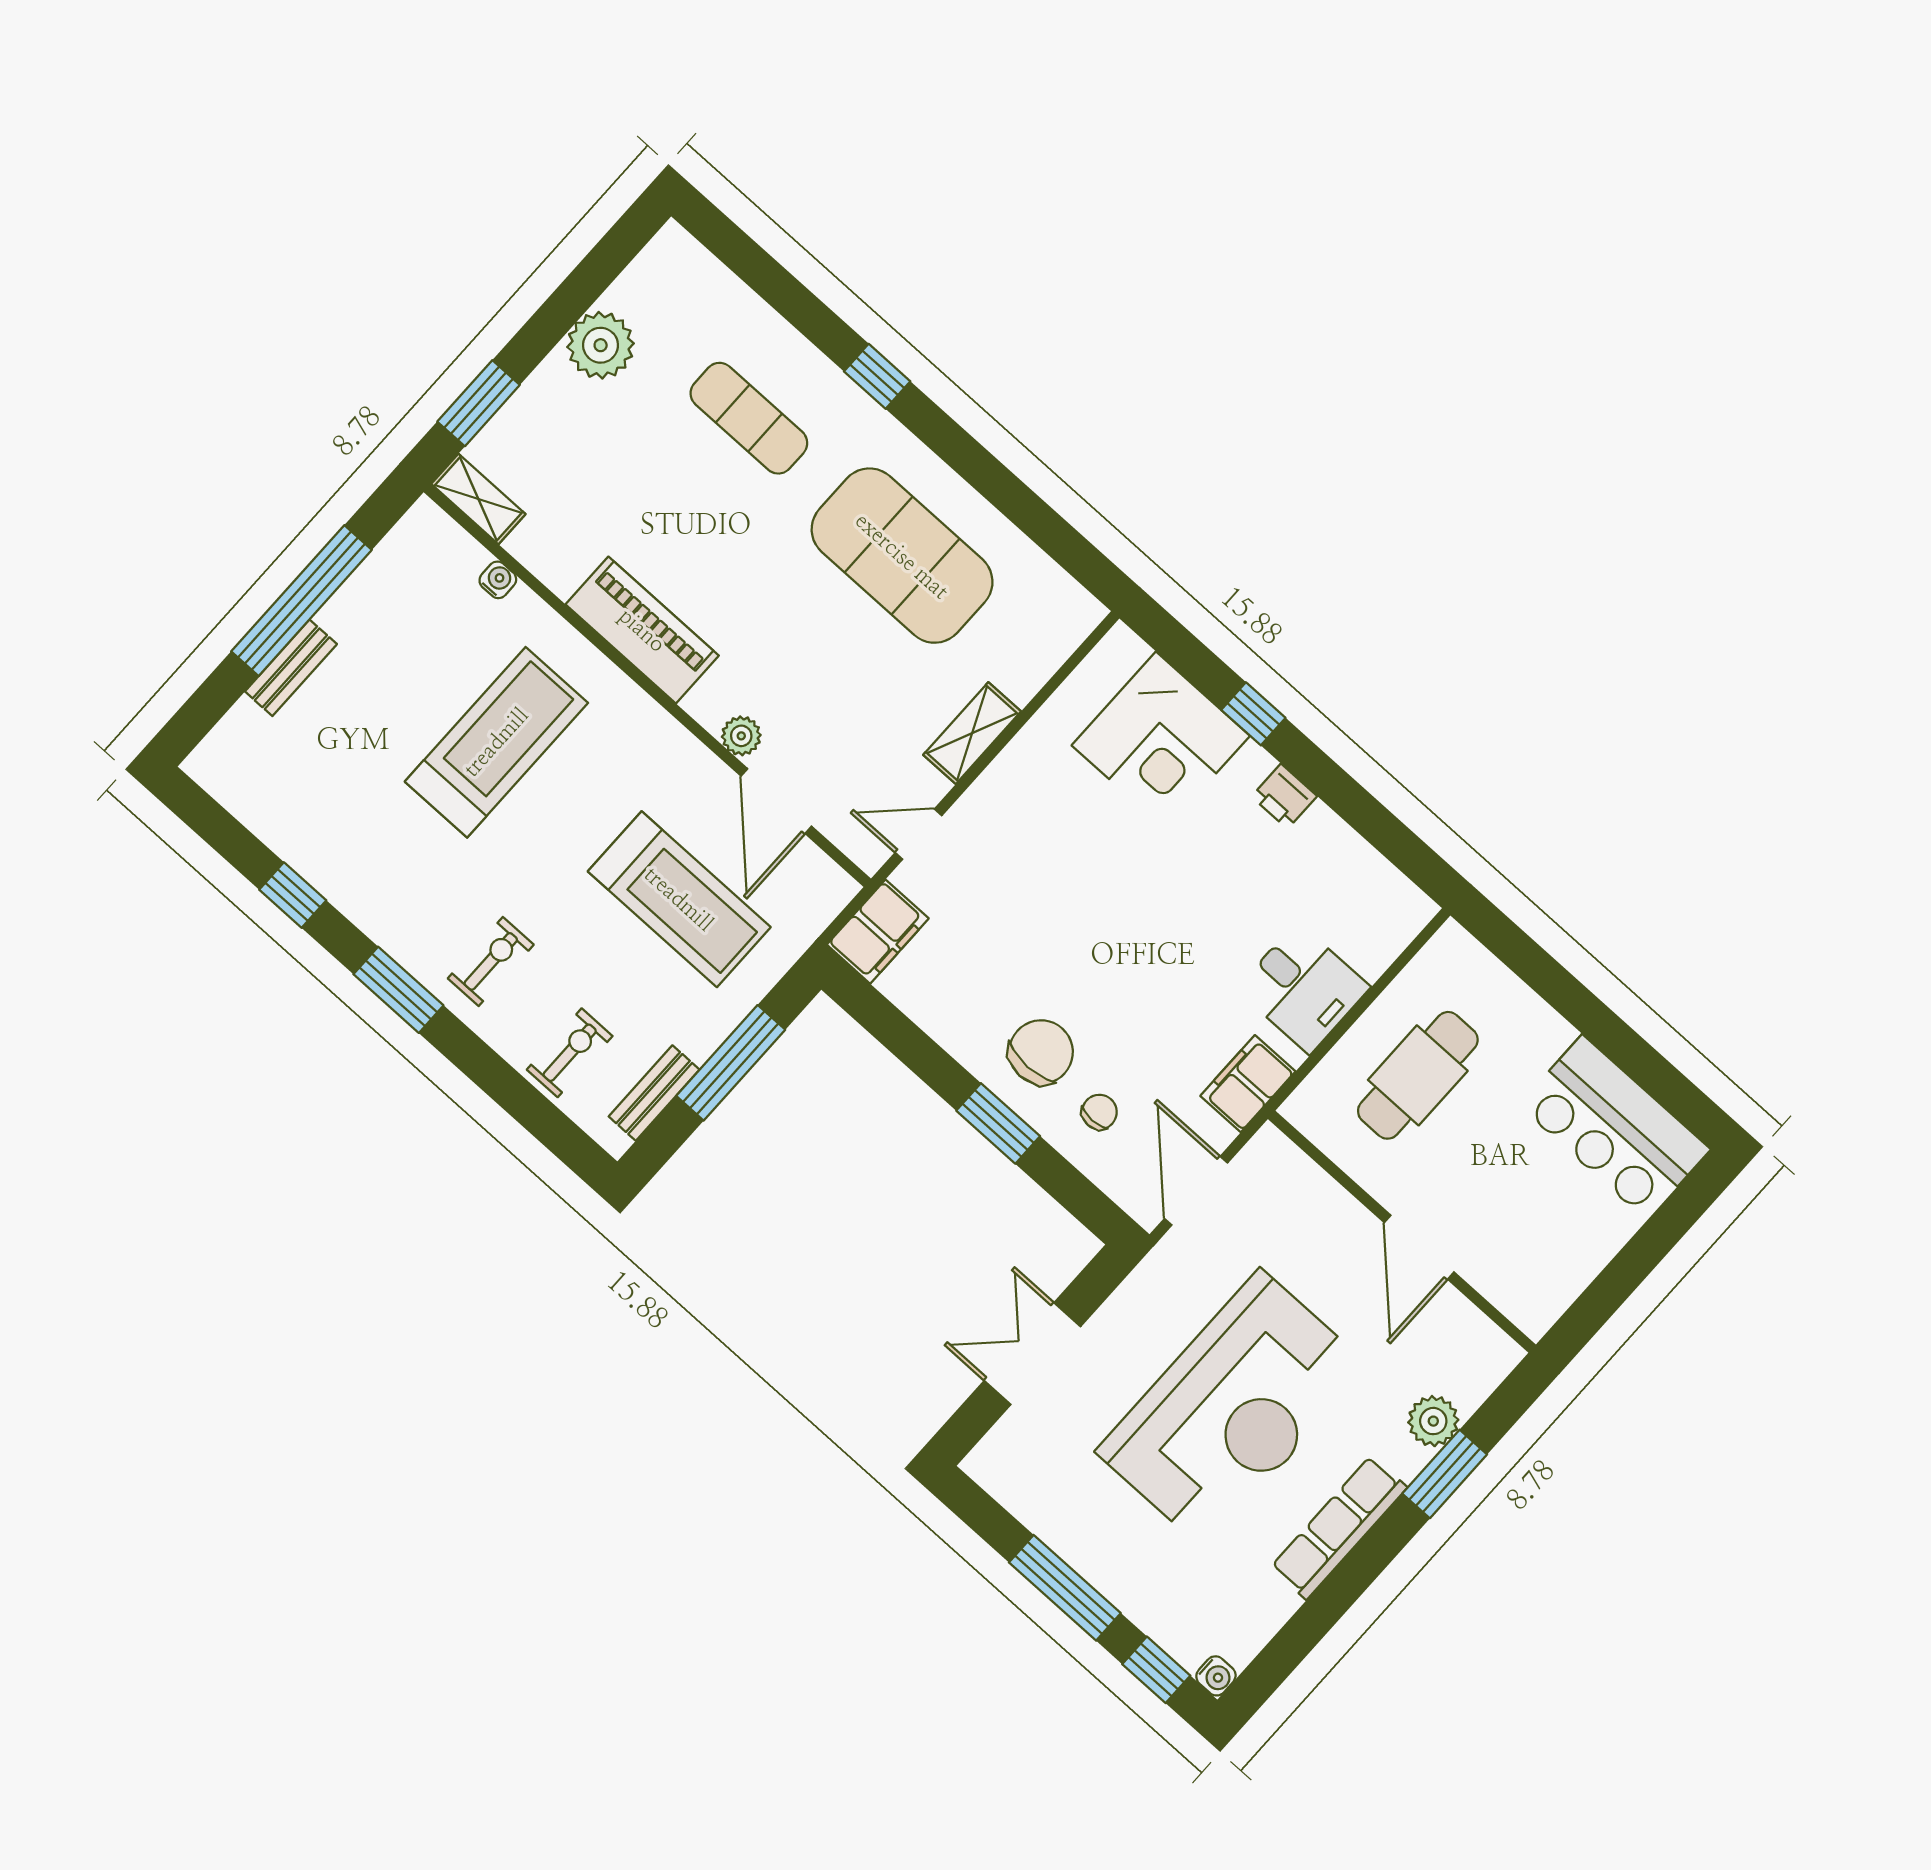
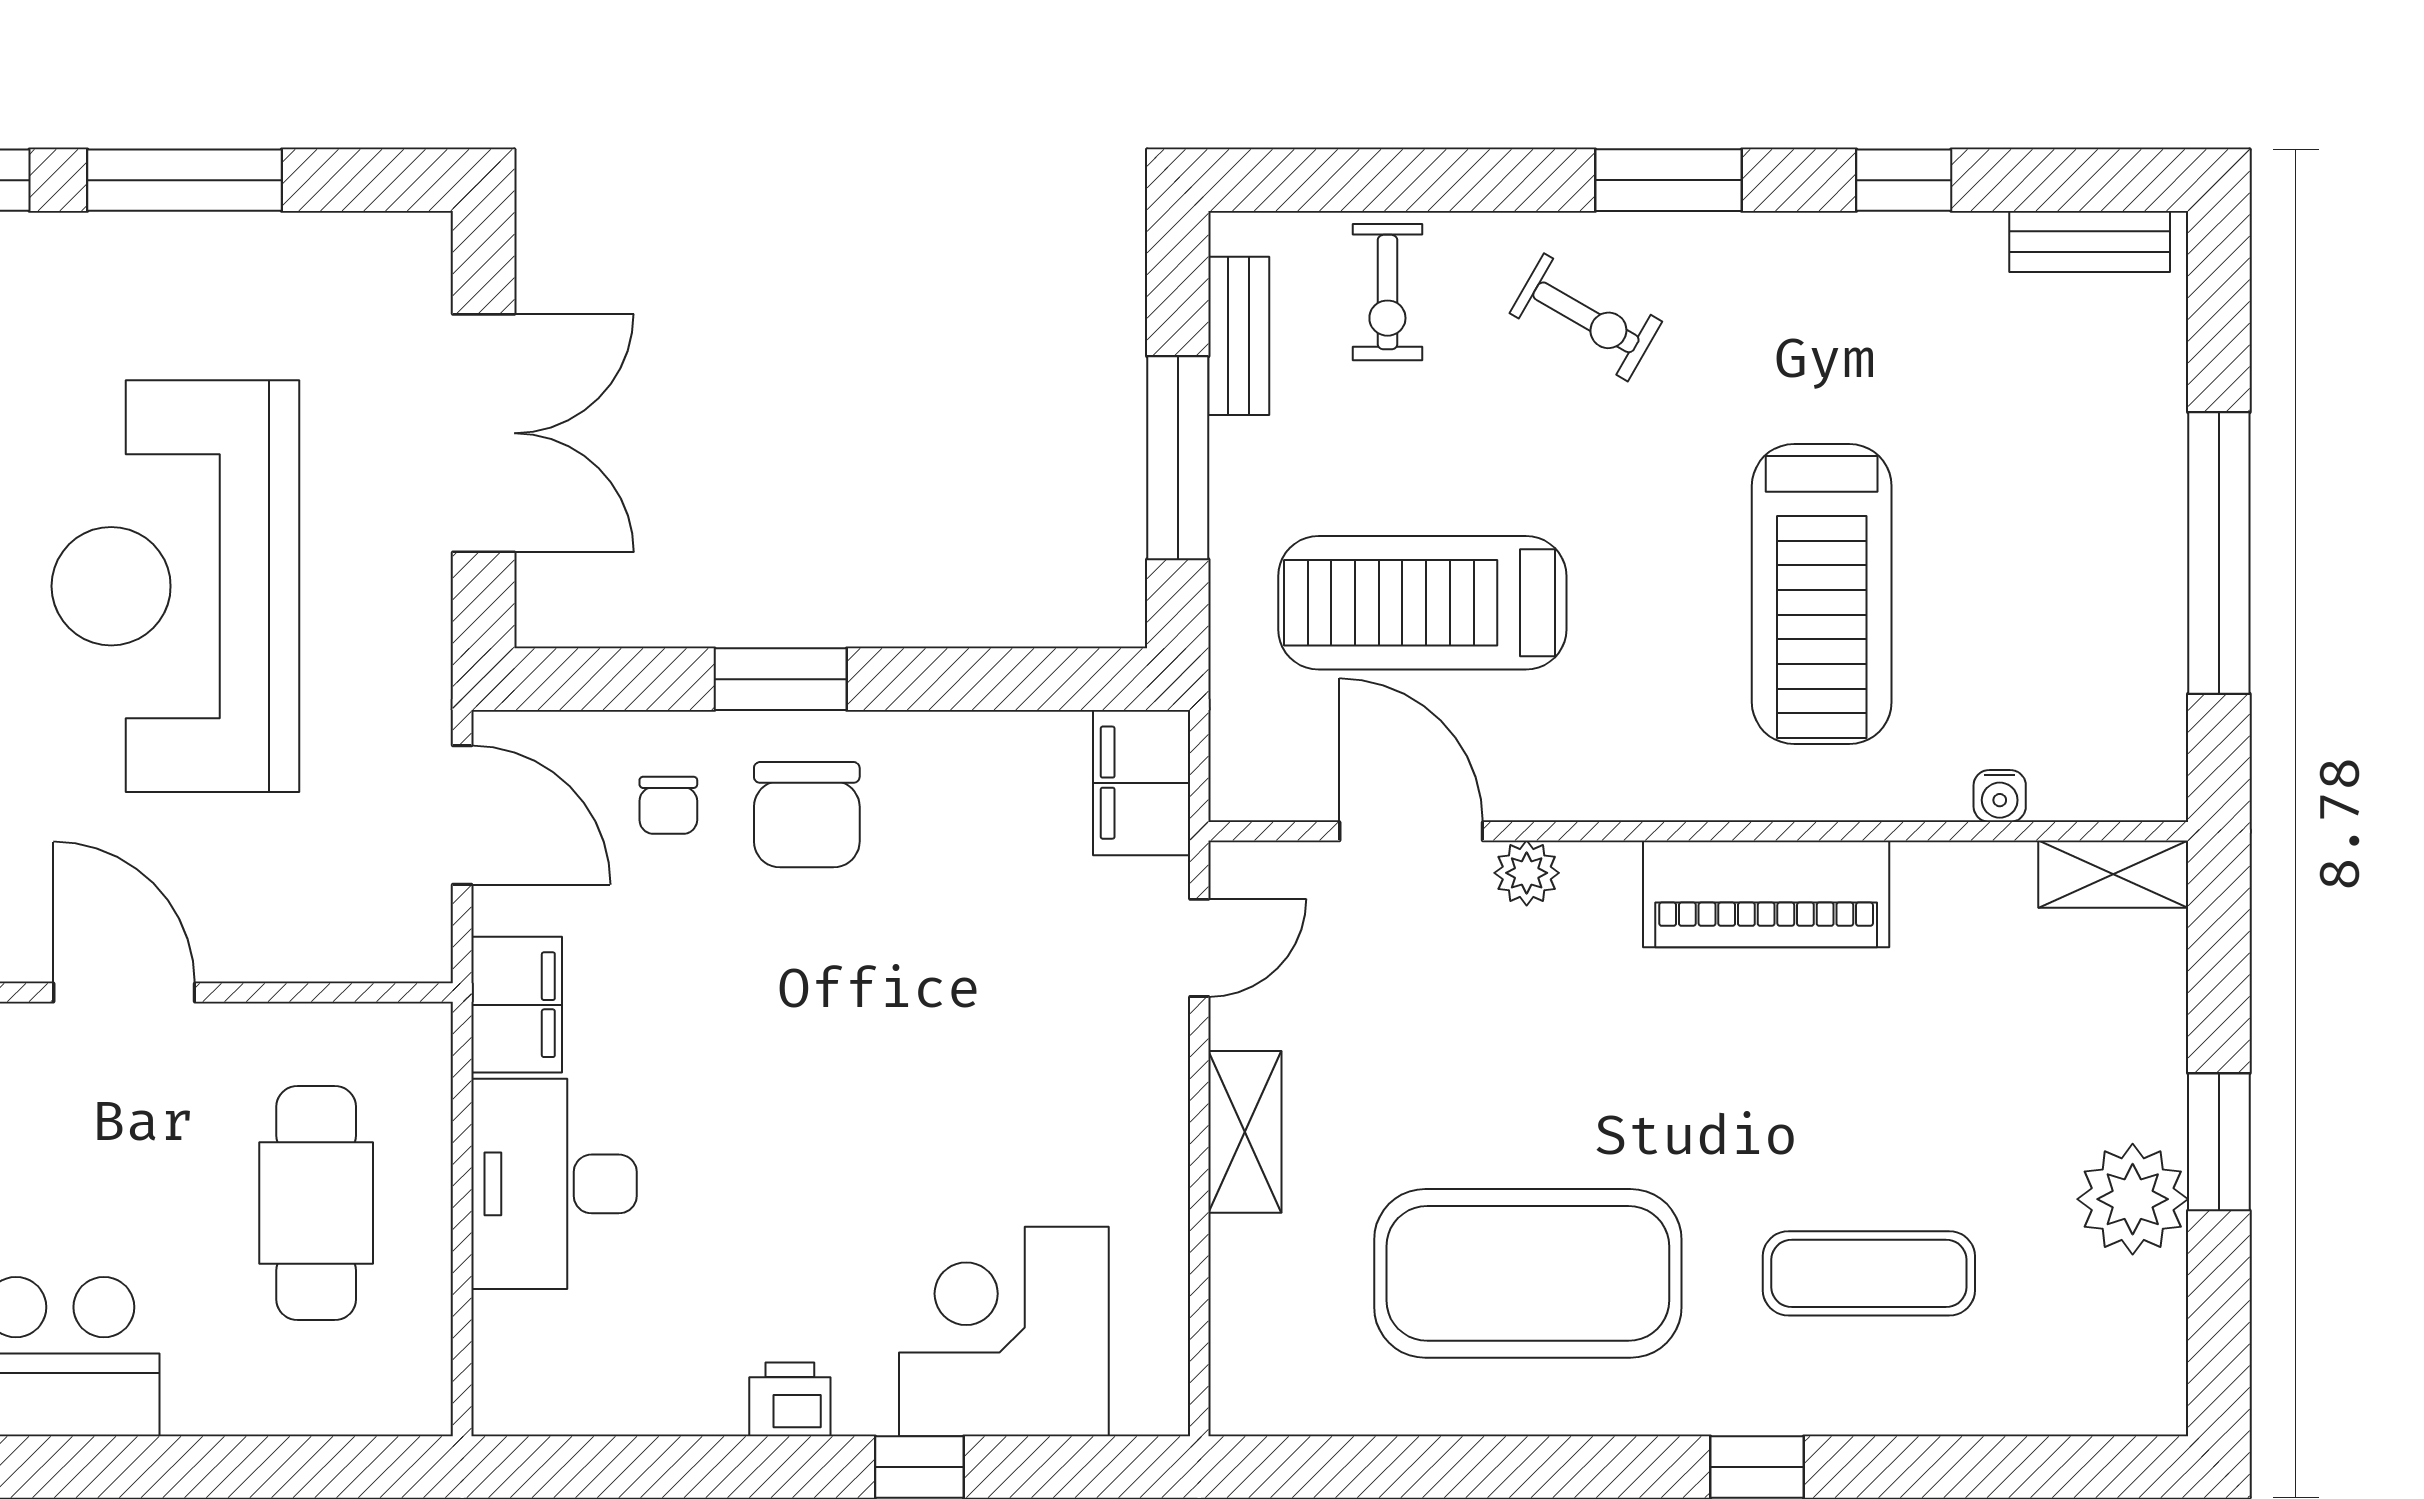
window: (479, 403) -> (2219, 1142), moved
bench: (291, 668) -> (2090, 241), moved, turned 90
exercise bike: (491, 961) -> (1586, 317), turned -60
desk: (1303, 988) -> (554, 1184), width x1.37
double door: (1032, 1354) -> (484, 433), width x1.37

